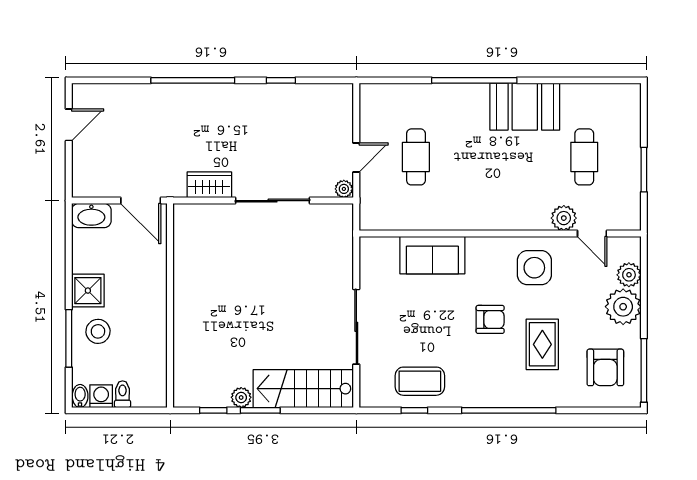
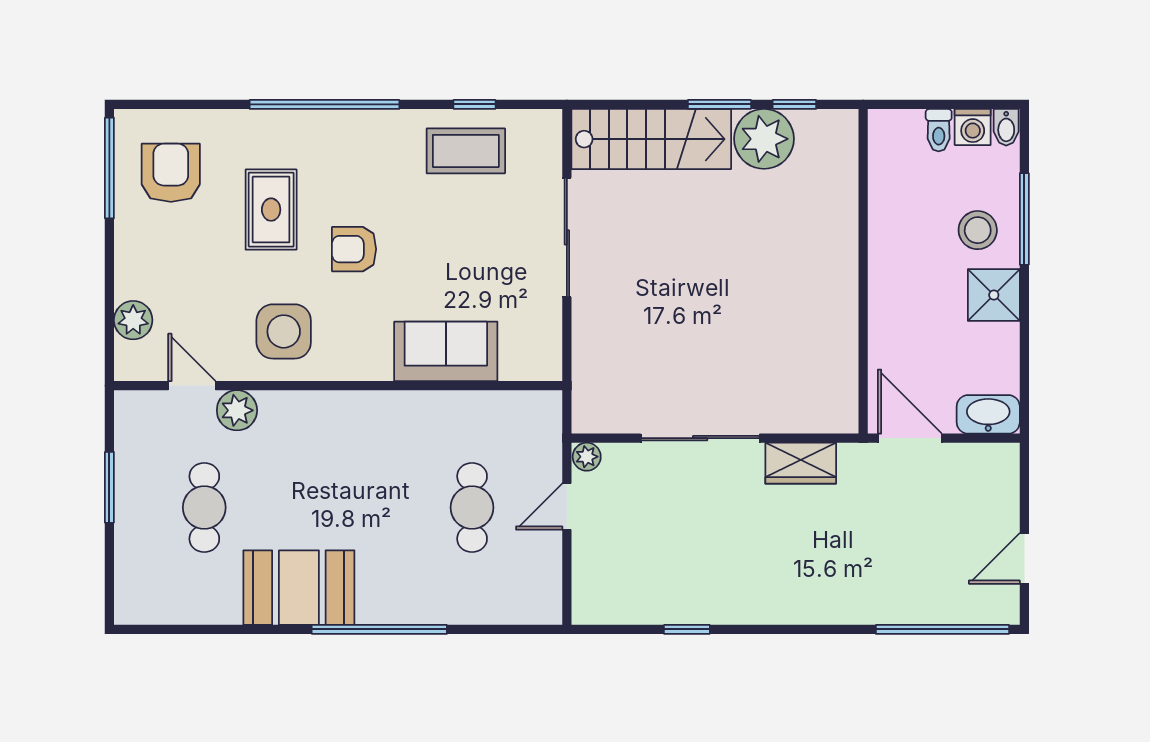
window: (193, 80) -> (942, 629), moved
plant: (623, 307) -> (143, 269), removed
plant: (241, 397) -> (764, 139), width x1.87, depth x1.87

